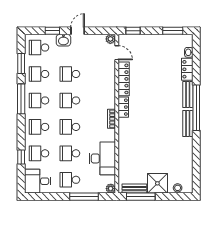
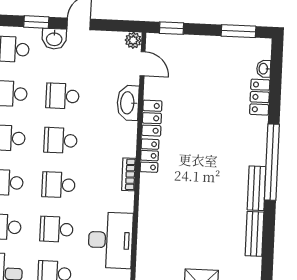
washbasin: (109, 76) -> (128, 103), added
locker: (124, 79) -> (152, 118), width x0.66
bench: (188, 94) -> (254, 234), moved

